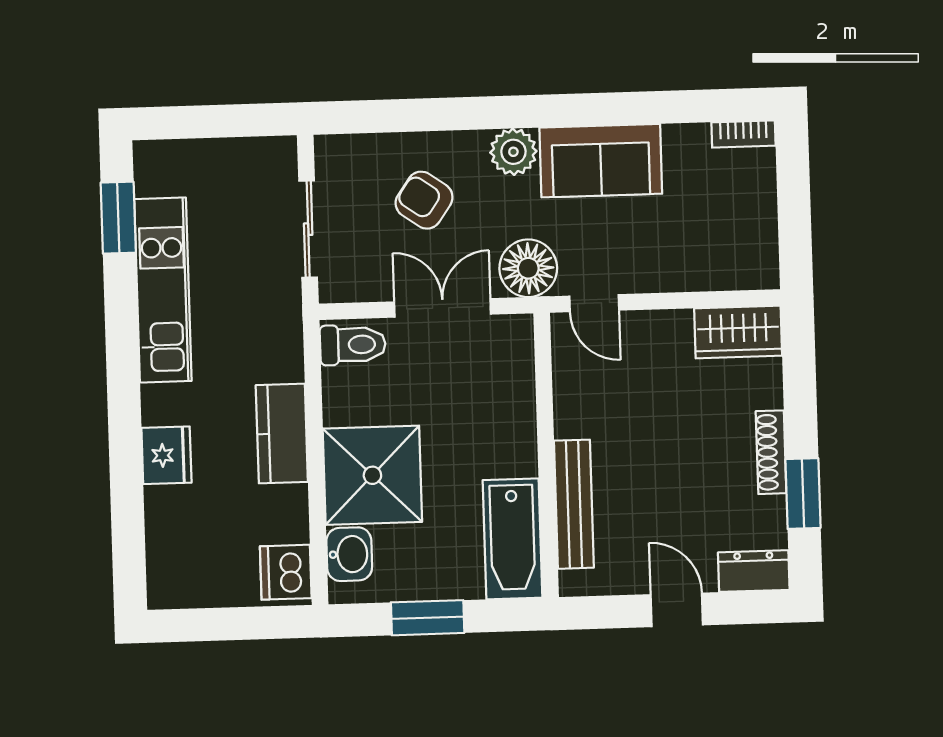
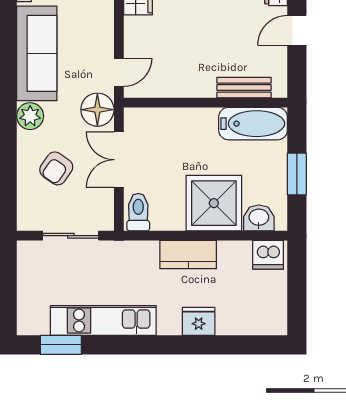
sofa: (601, 161) -> (37, 53), width x1.36
bench: (574, 504) -> (244, 88), width x0.73

